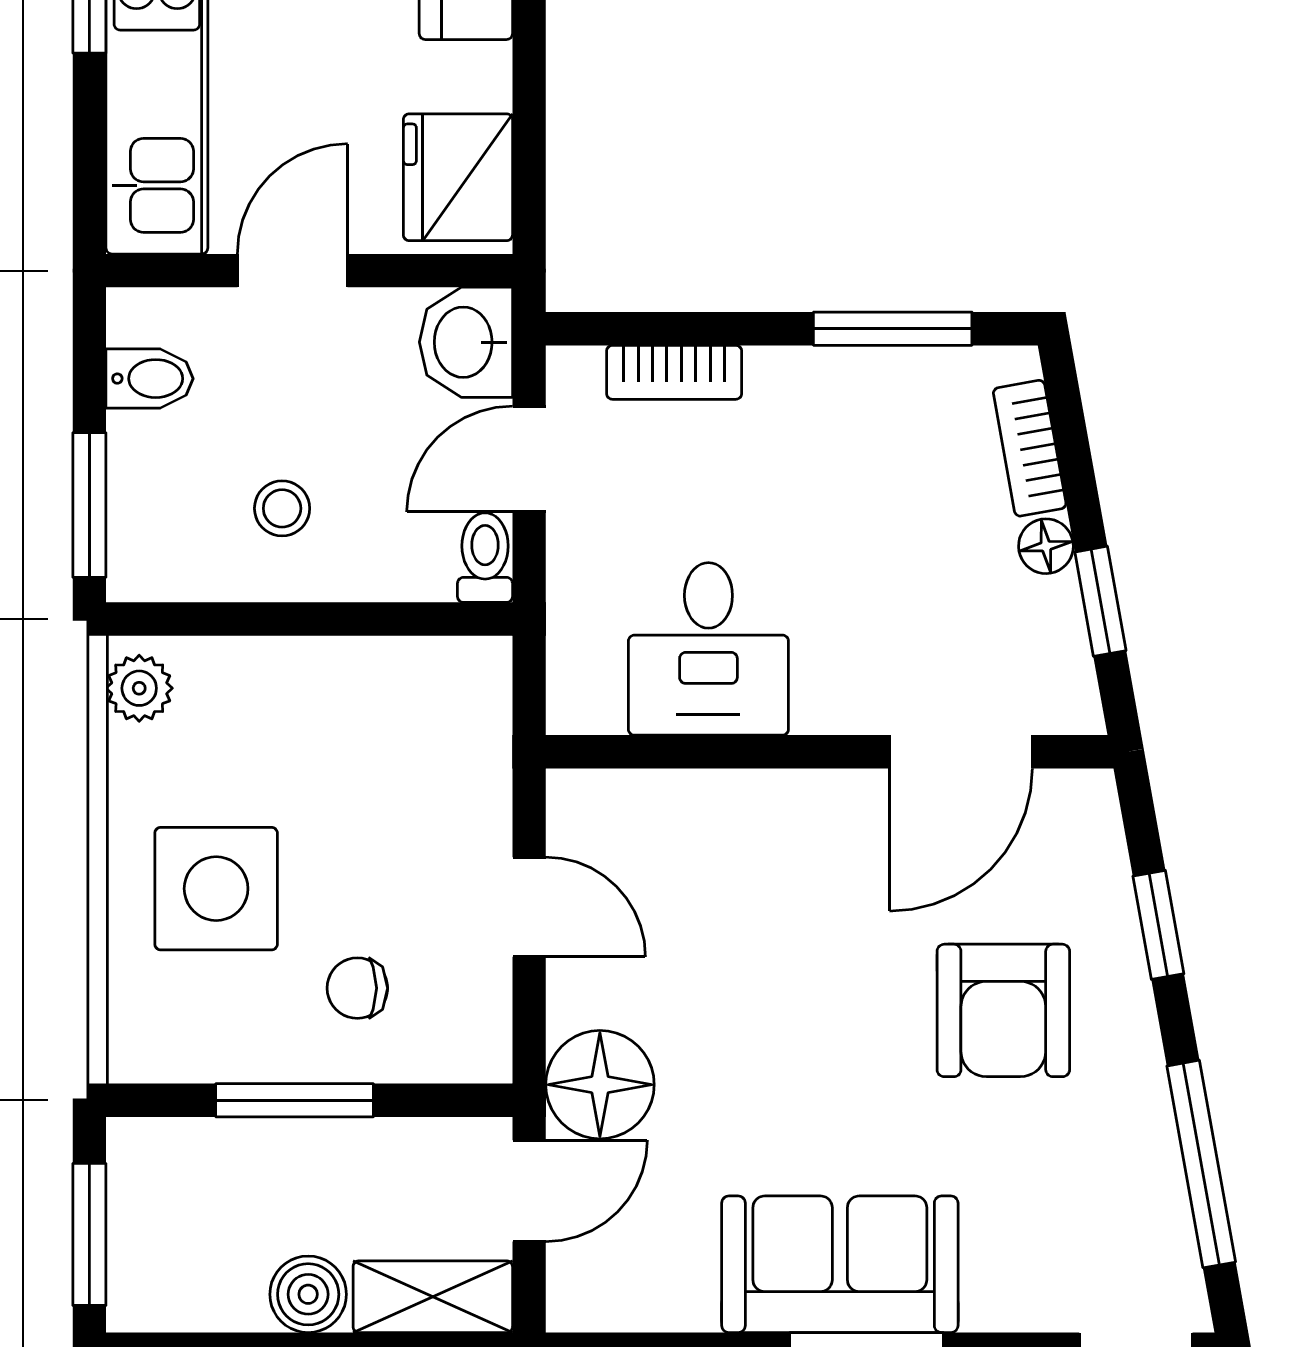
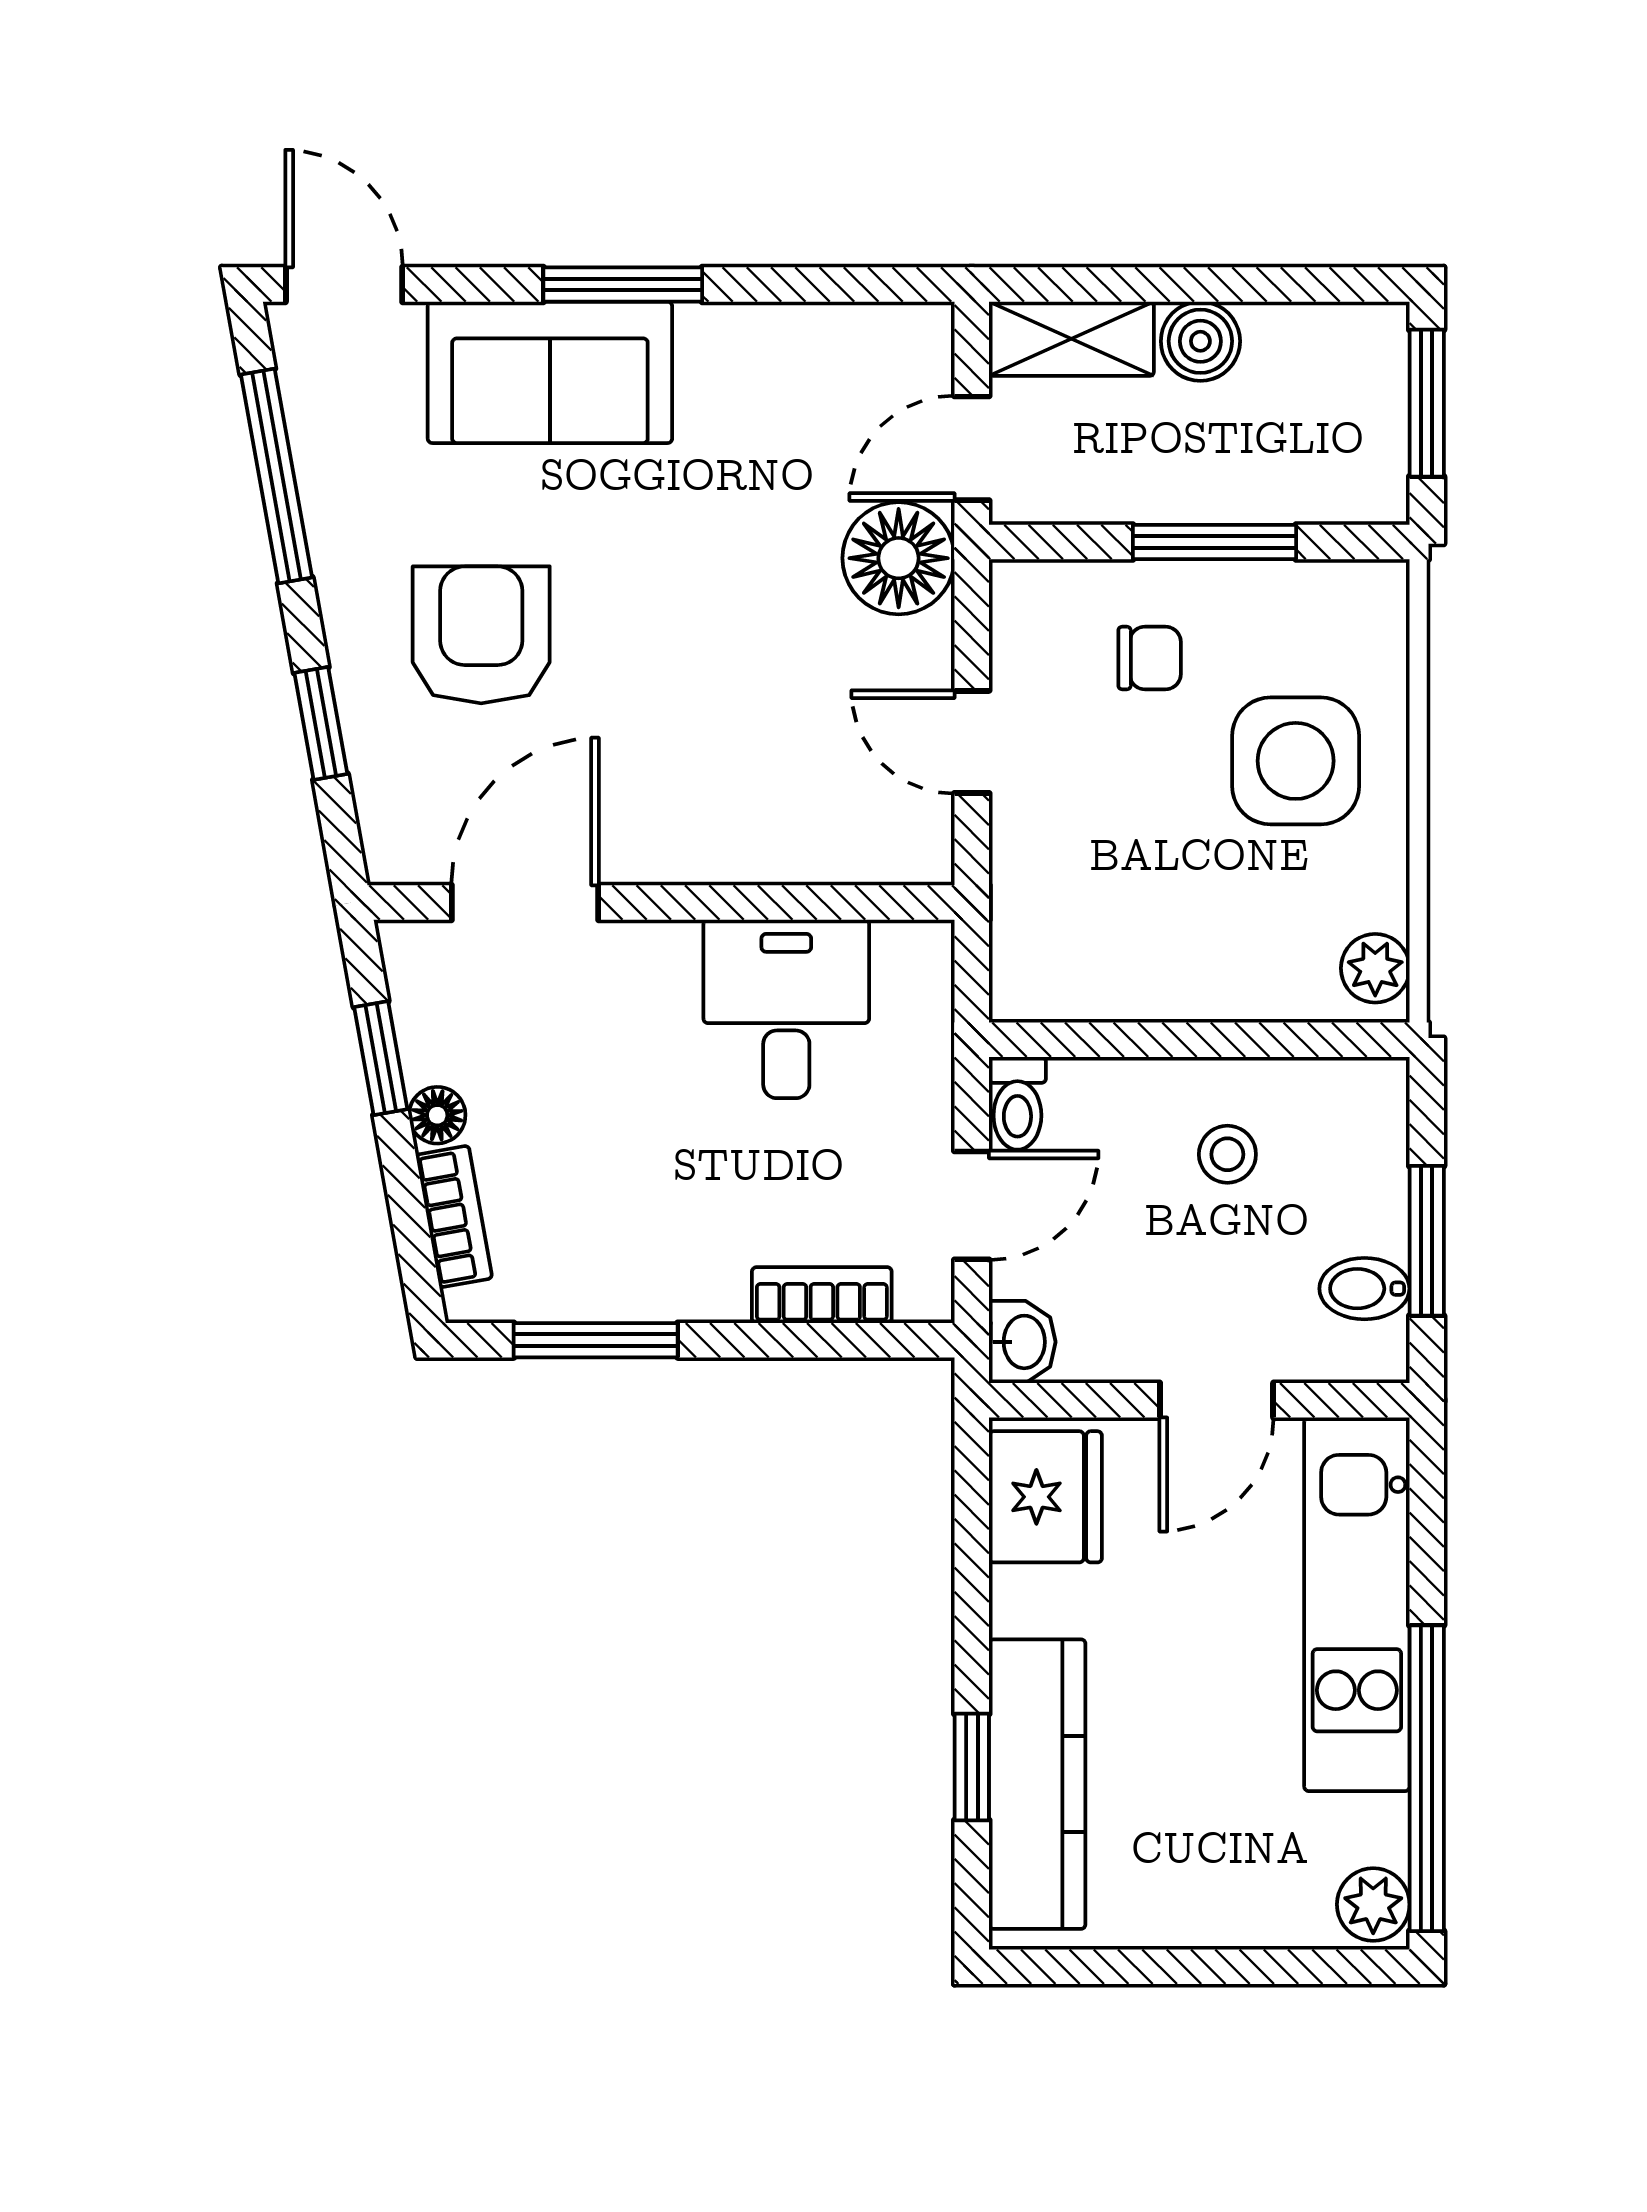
washbasin: (466, 342) -> (1022, 1342), width x0.72, depth x0.69
window: (89, 505) -> (1427, 1241), moved
sofa: (840, 1264) -> (550, 372), moved

